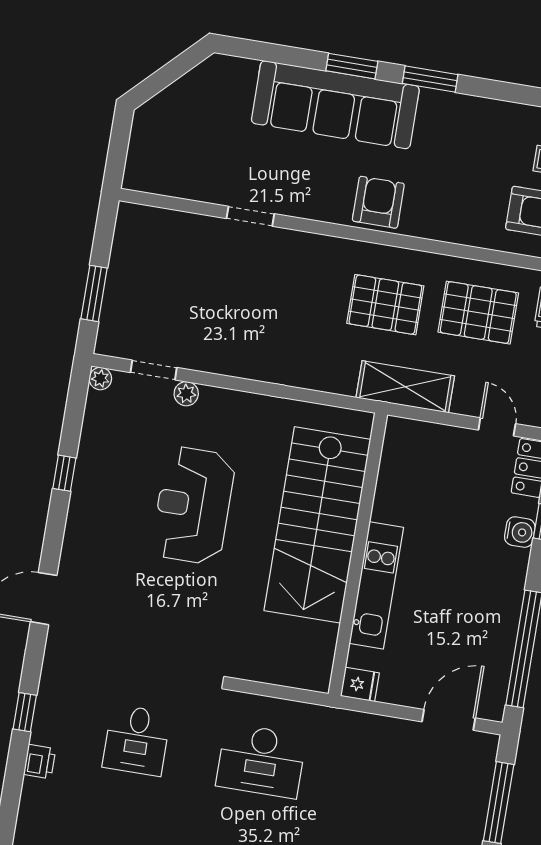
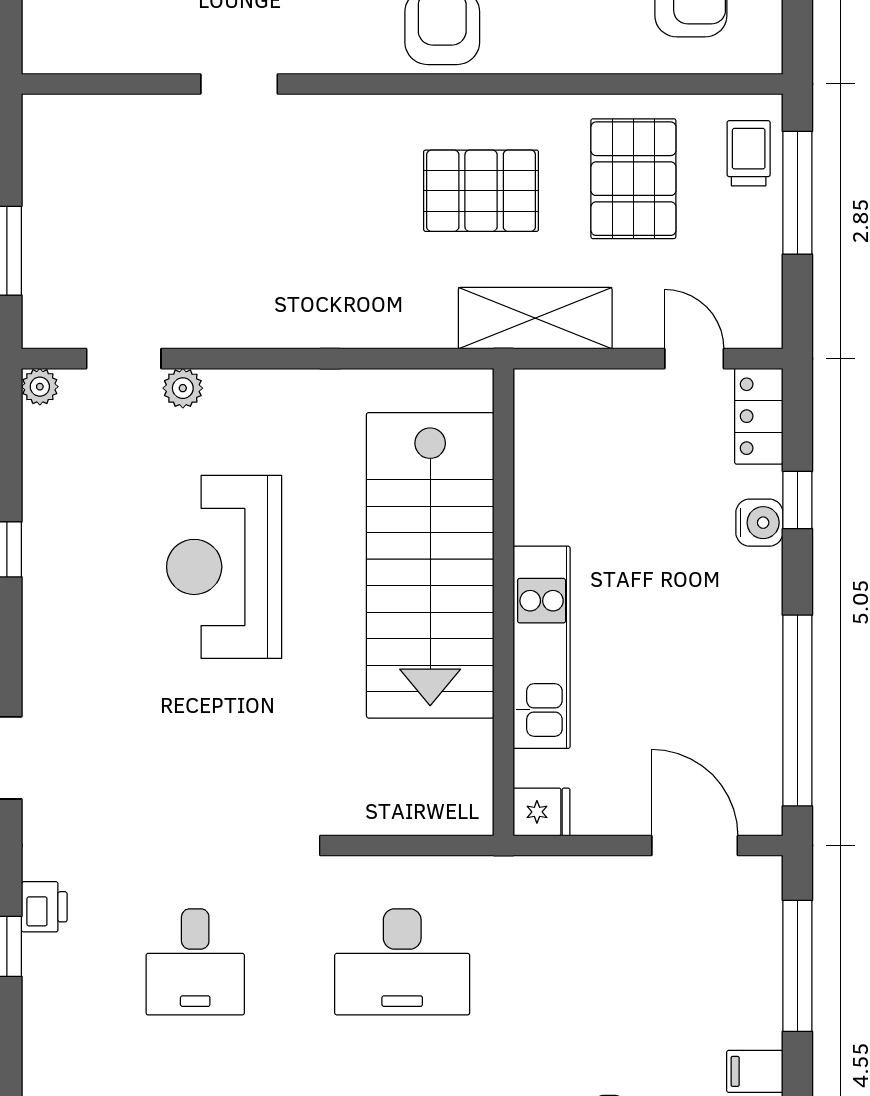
pallet: (478, 313) -> (633, 179), turned 90
door: (449, 720) -> (695, 845), hinge flipped
printer: (40, 762) -> (44, 907), moved

